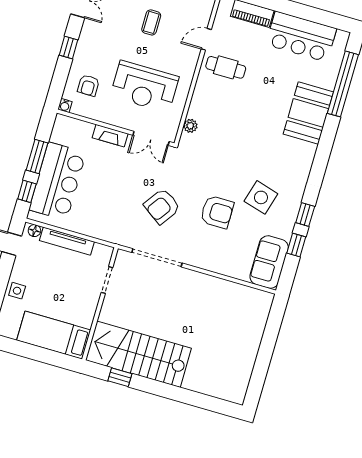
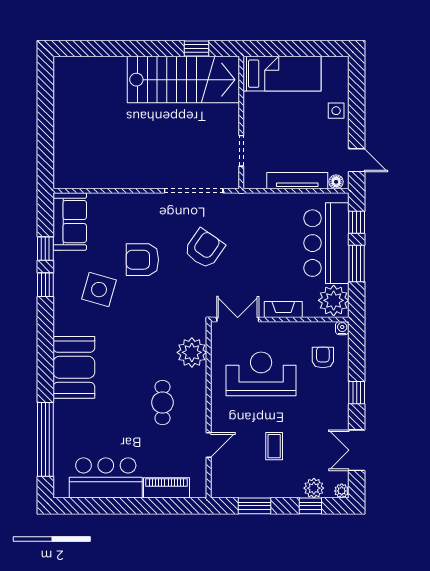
cafe table: (226, 67) -> (162, 403), moved, turned 90
booth: (308, 113) -> (74, 367), moved
plant: (190, 126) -> (192, 352), width x1.87, depth x1.87
plant: (65, 131) -> (334, 300), added

